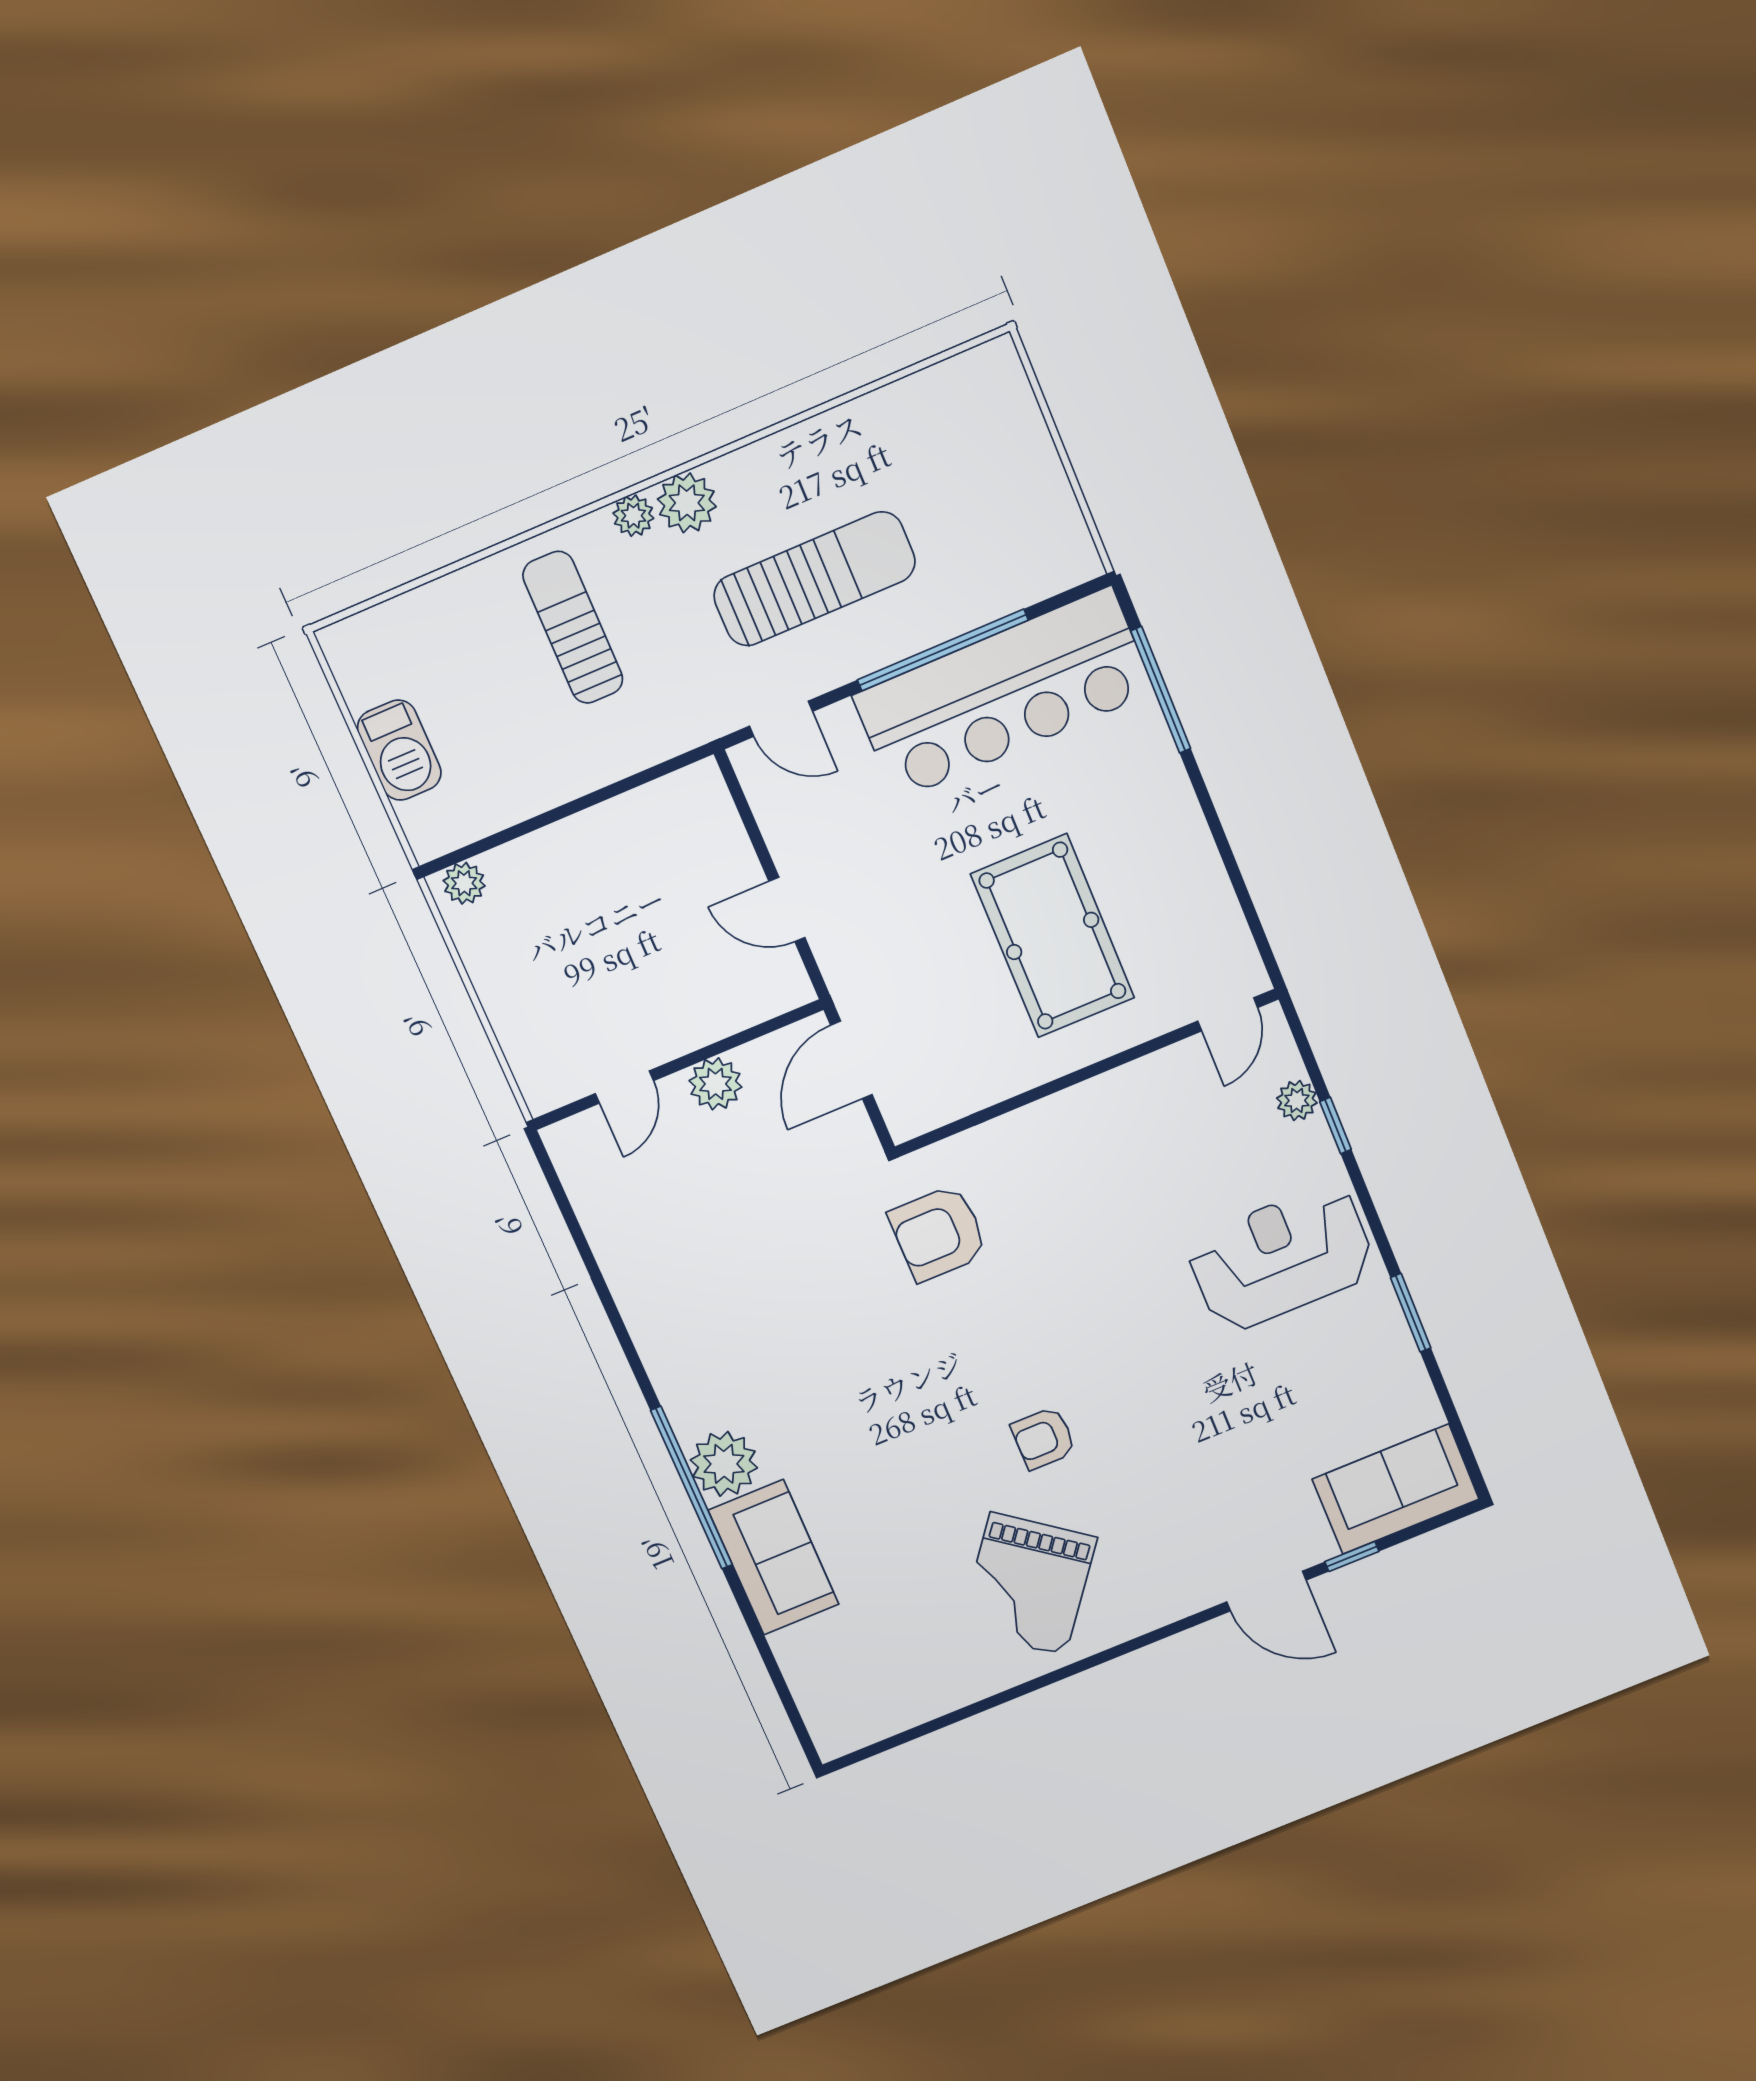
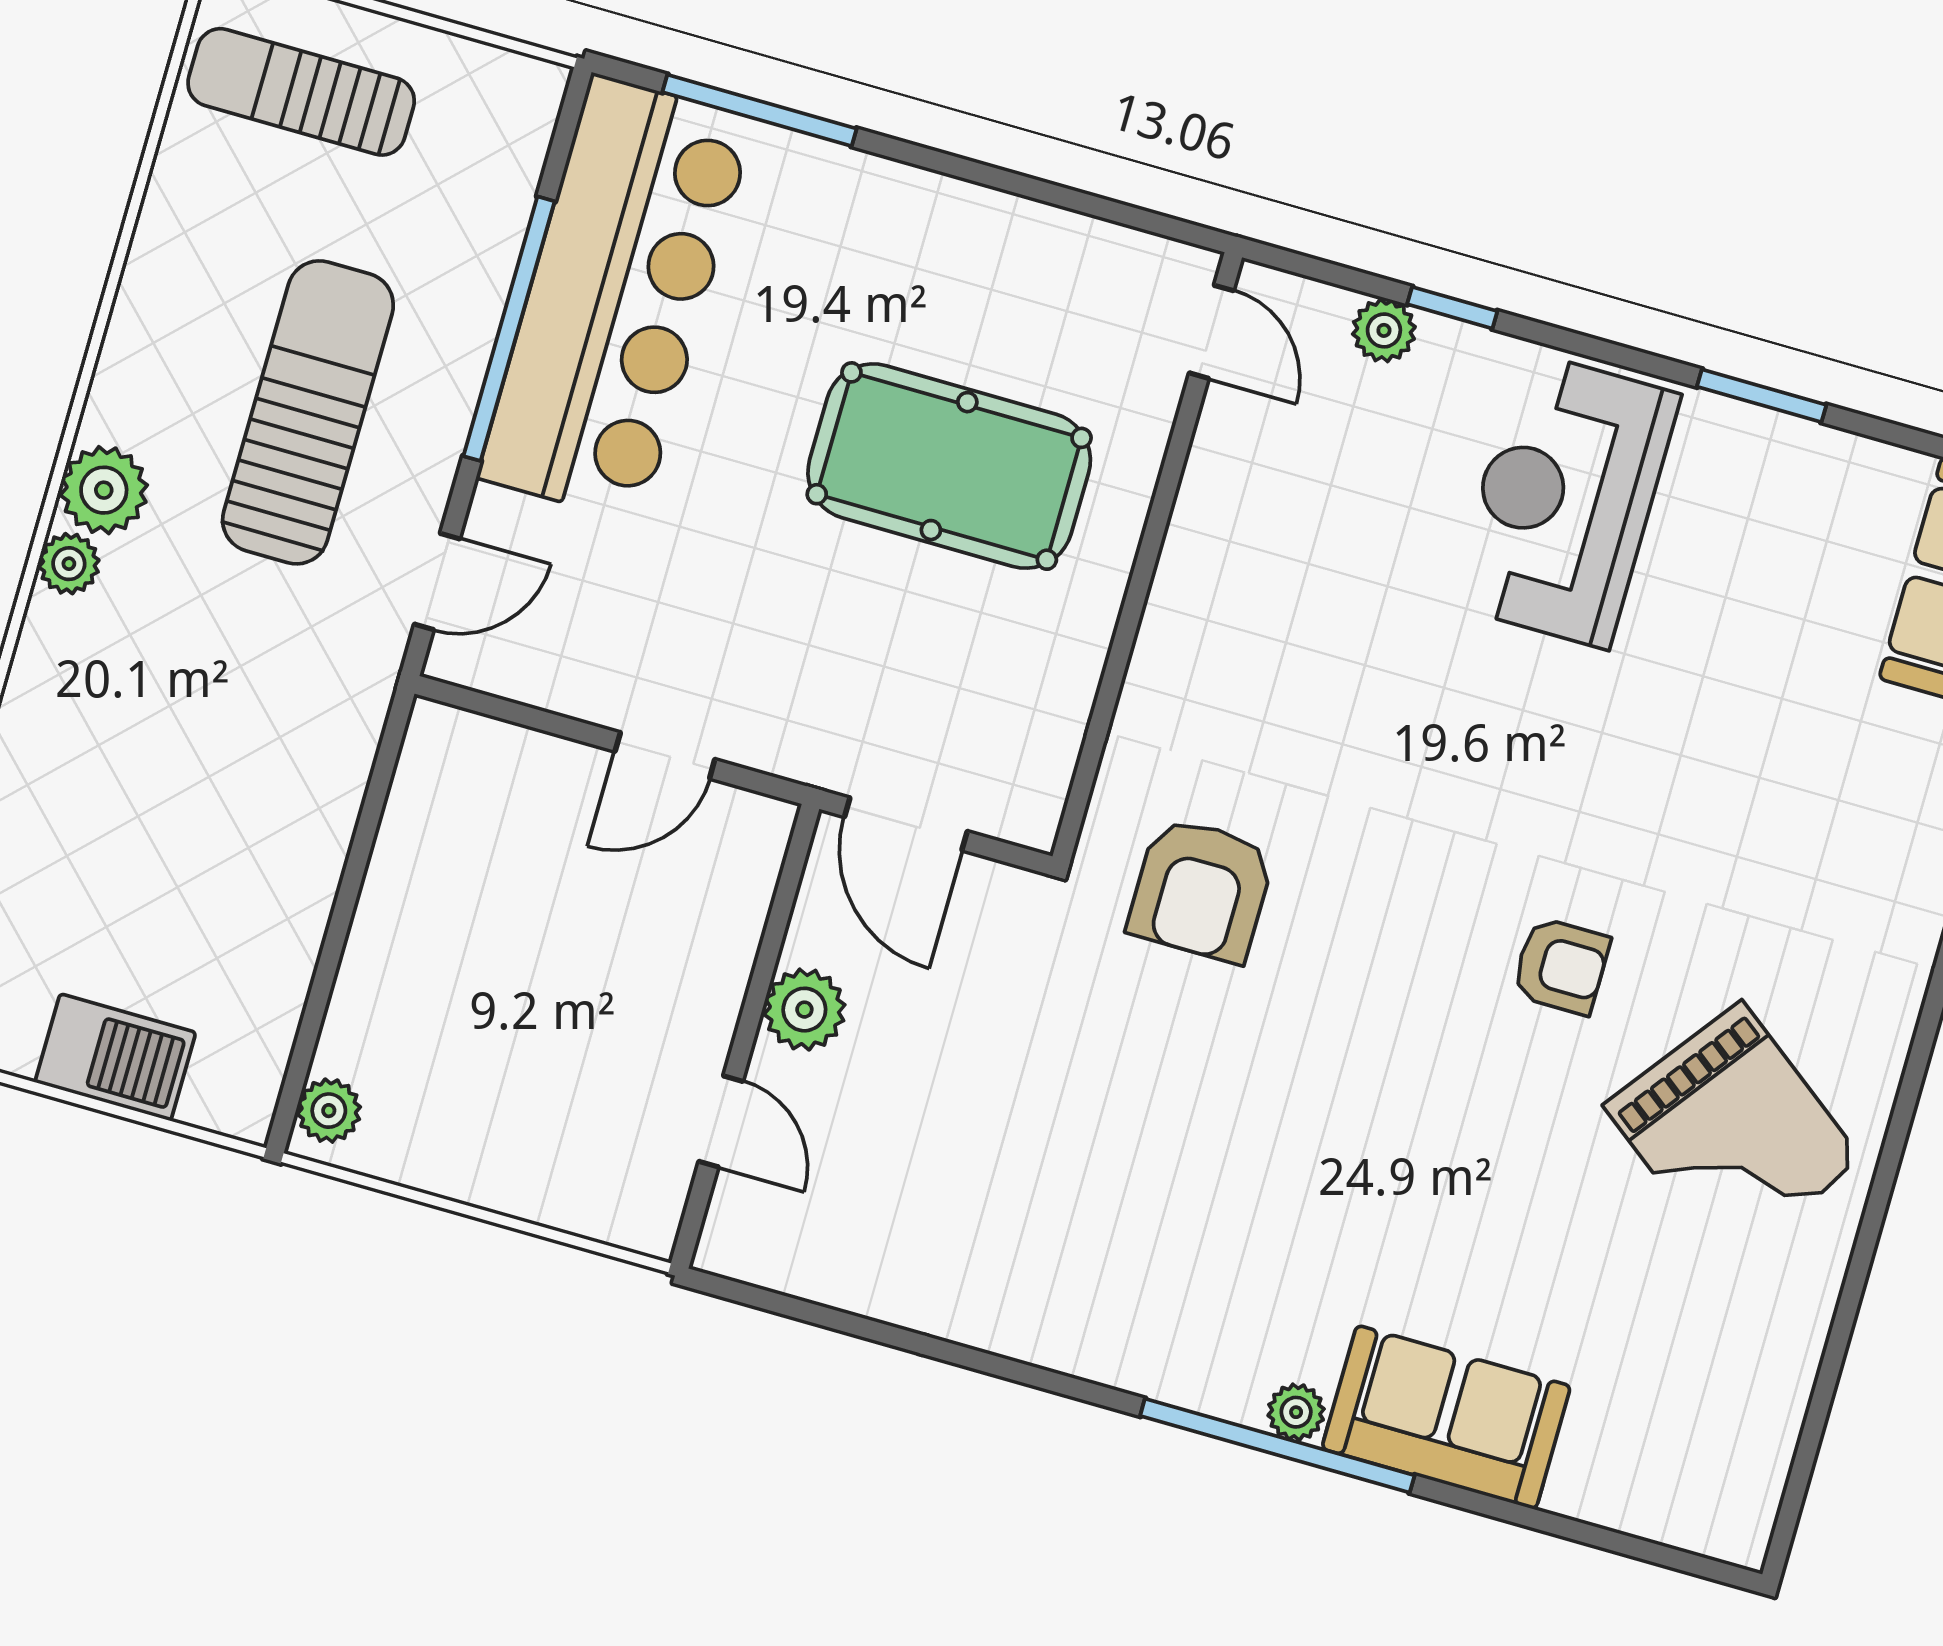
sun lounger: (573, 627) -> (301, 92), moved
armchair: (1043, 1438) -> (1561, 966), turned -90
plant: (724, 1464) -> (1296, 1412), width x0.53, depth x0.53

